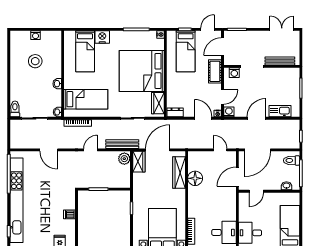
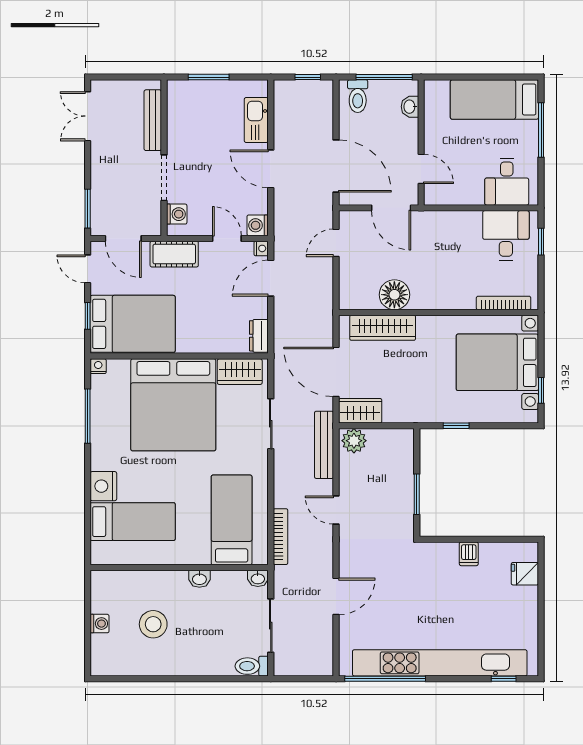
bed: (186, 51) -> (133, 324), width x1.50

